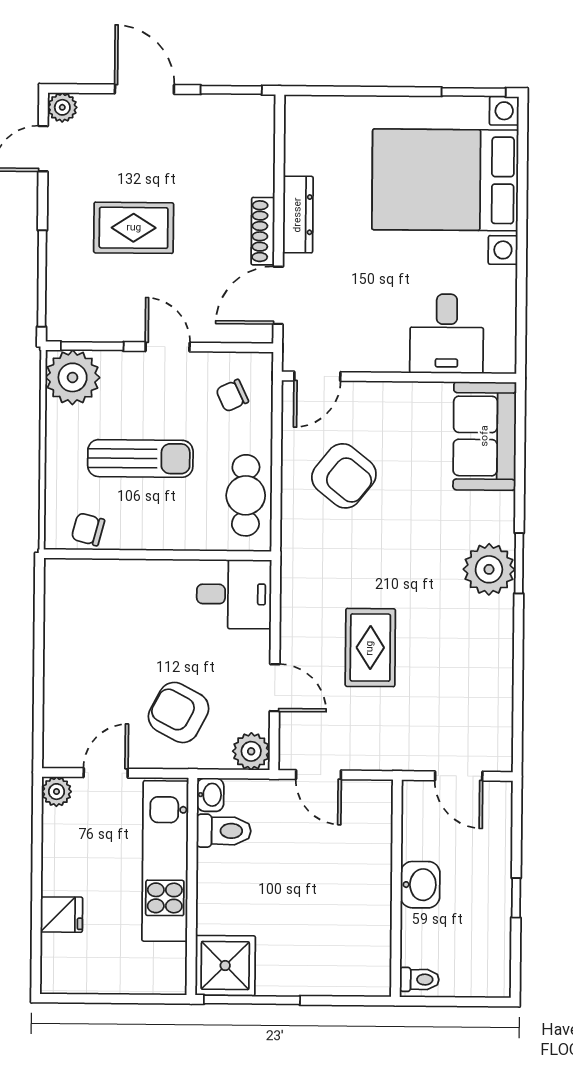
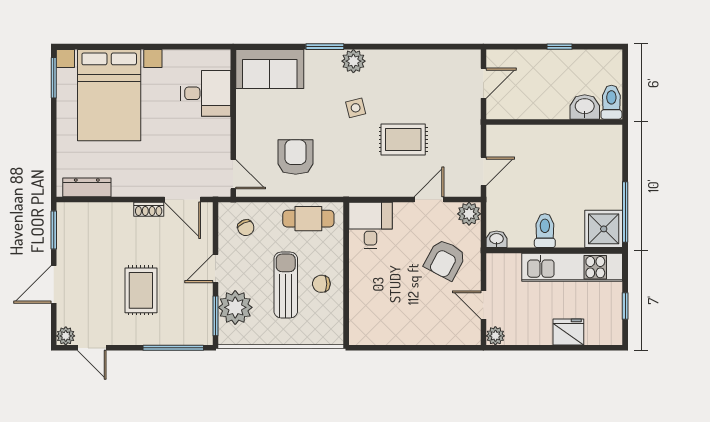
dresser: (298, 215) -> (87, 187), moved
shoe rack: (263, 231) -> (149, 209), width x0.70
plant: (73, 377) -> (235, 307), moved
armchair: (344, 476) -> (296, 157), turned -39
chair: (88, 529) -> (321, 284), moved, turned 75
window: (519, 563) -> (325, 47), moved
plant: (489, 569) -> (353, 61), width x0.73, depth x0.73
side table: (421, 572) -> (356, 108), added
toilet: (224, 831) -> (545, 231), moved
kitchen unit: (165, 861) -> (572, 267), moved
washbasin: (420, 885) -> (585, 107), moved
fridge: (62, 915) -> (568, 332), width x1.38
toilet: (419, 979) -> (611, 102), width x1.37, depth x1.39
window: (102, 999) -> (625, 306), added

